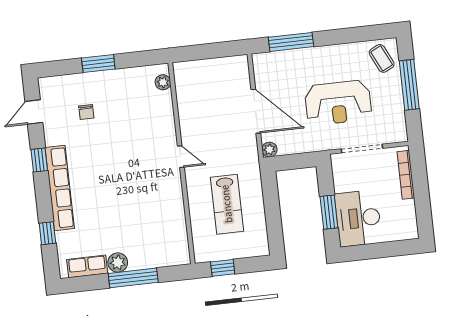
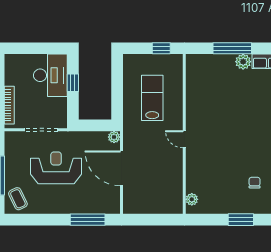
window: (329, 212) -> (73, 83), width x0.67

